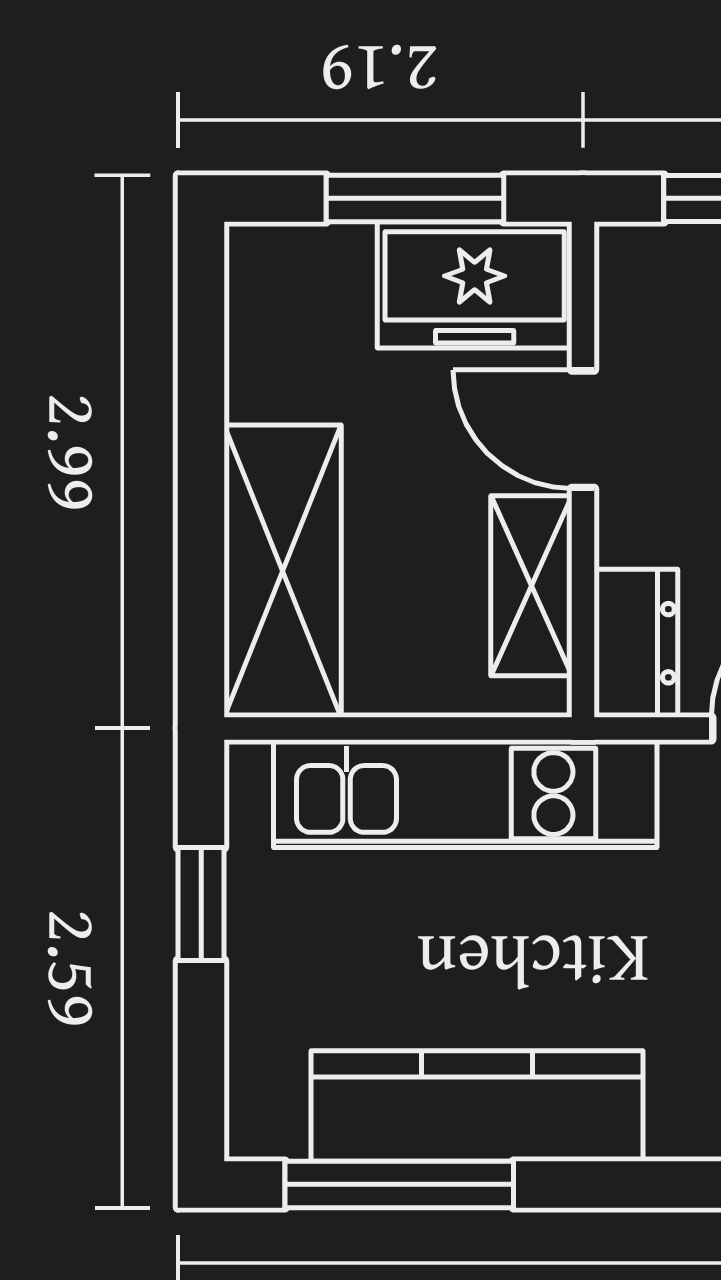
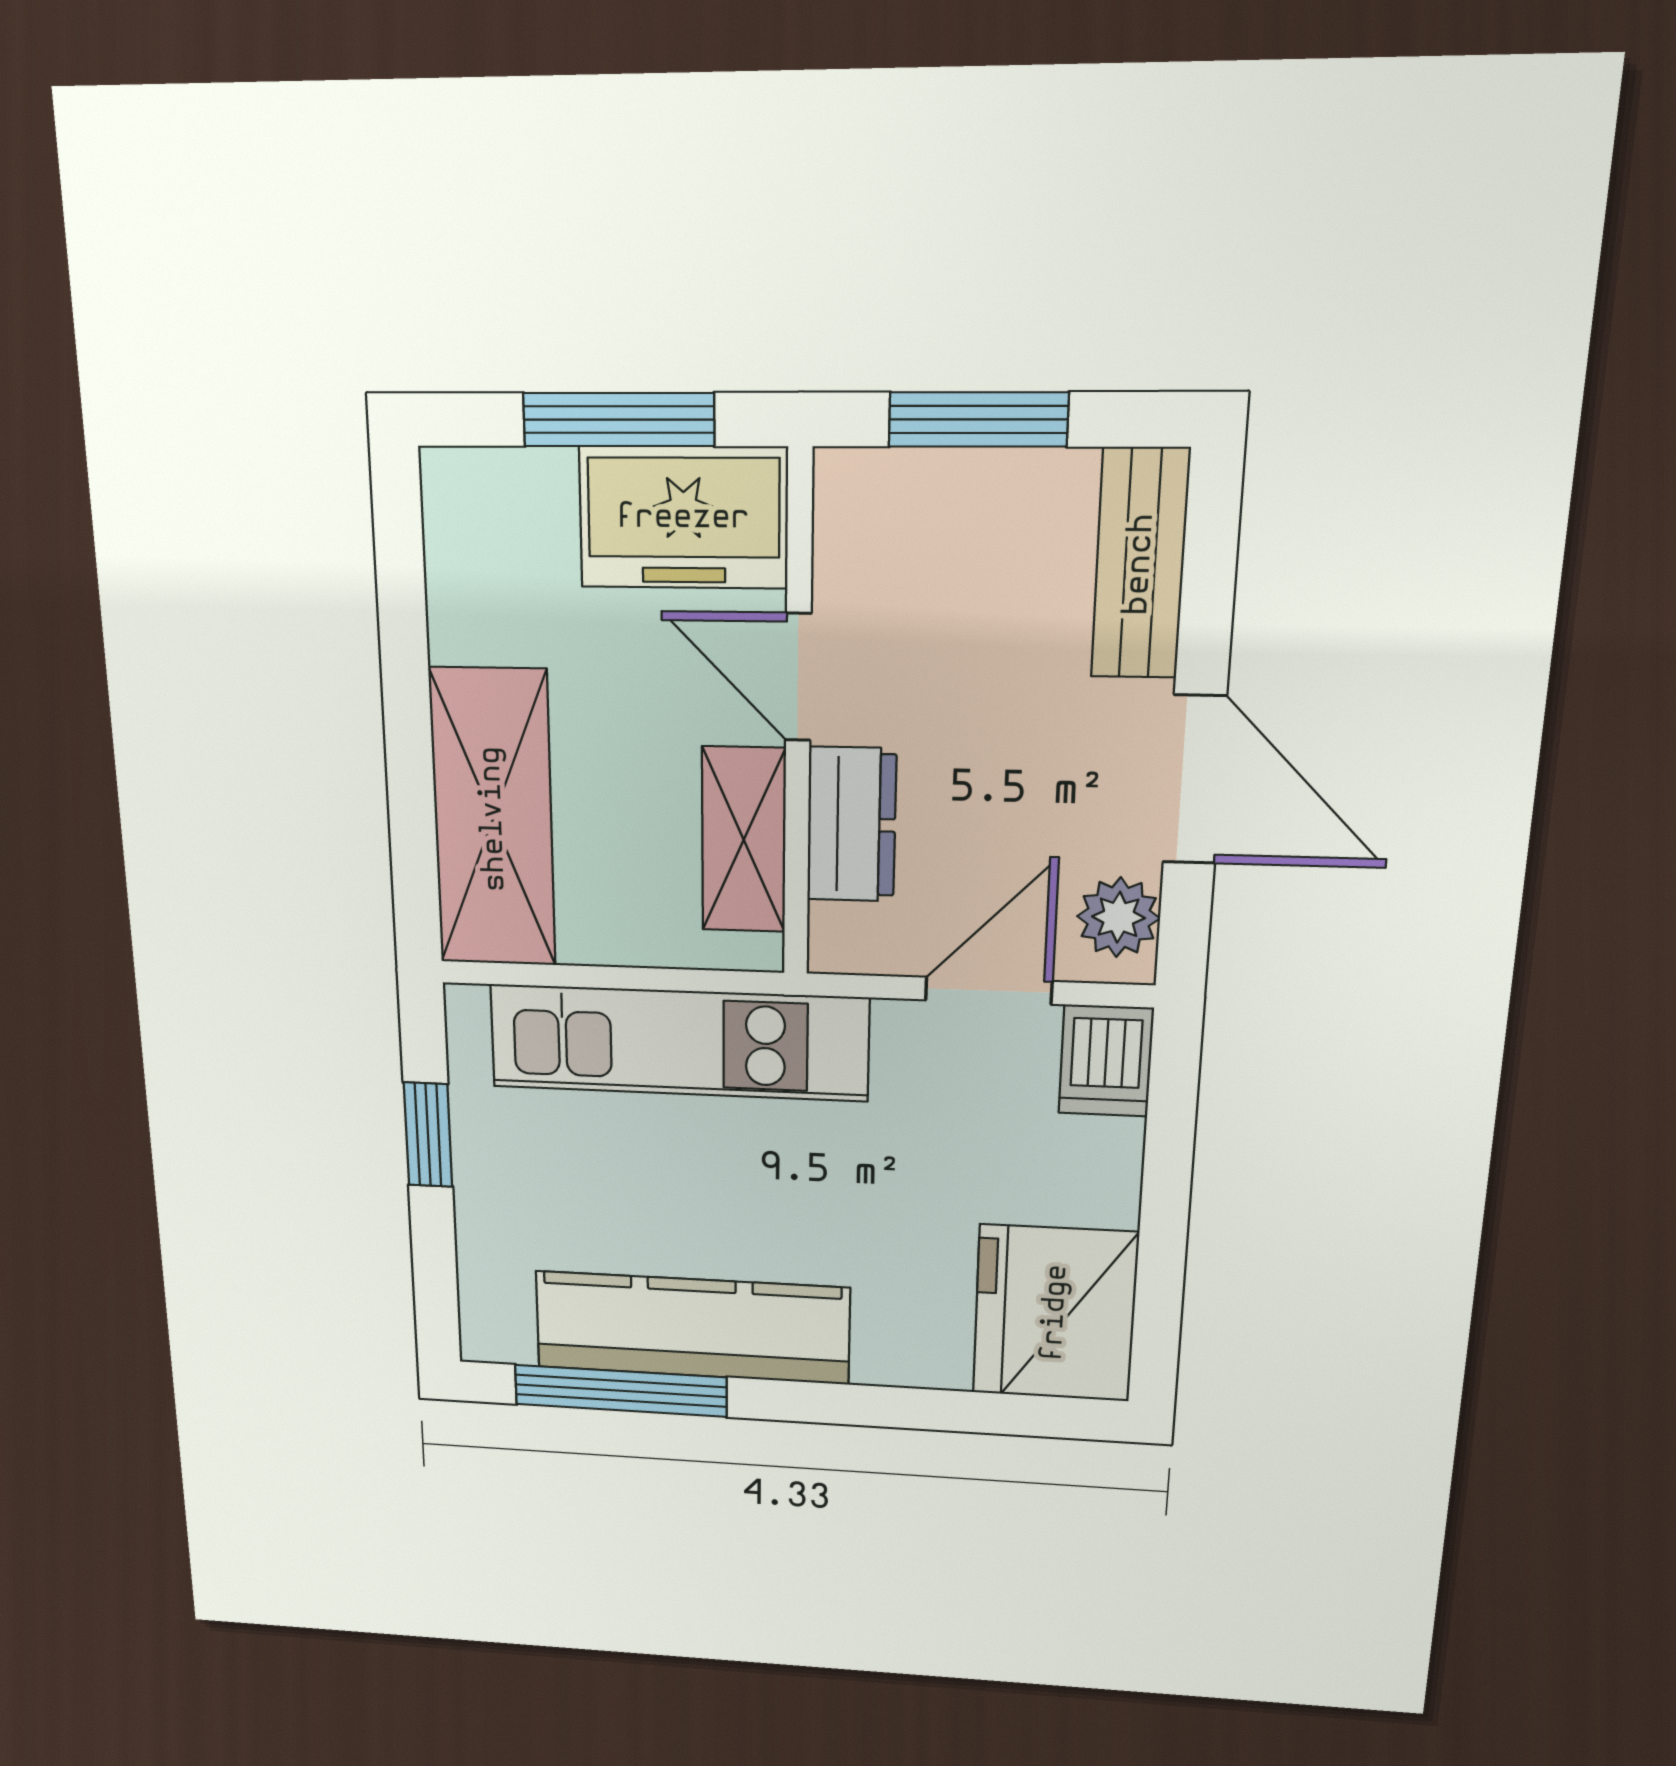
dresser: (636, 643) -> (852, 825), moved

